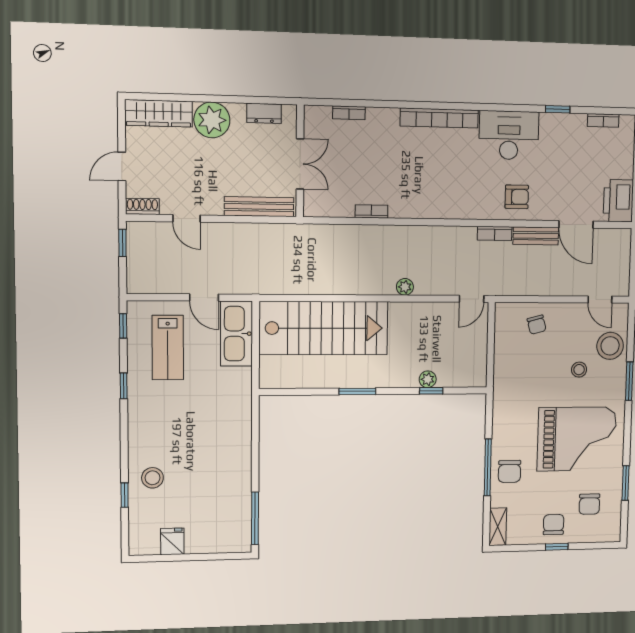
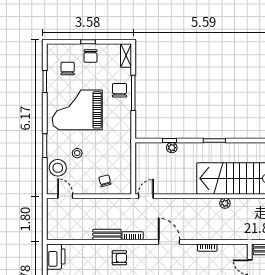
armchair: (517, 197) -> (119, 258), turned 180
door: (576, 224) -> (169, 242), moved
plant: (405, 287) -> (225, 203), moved

